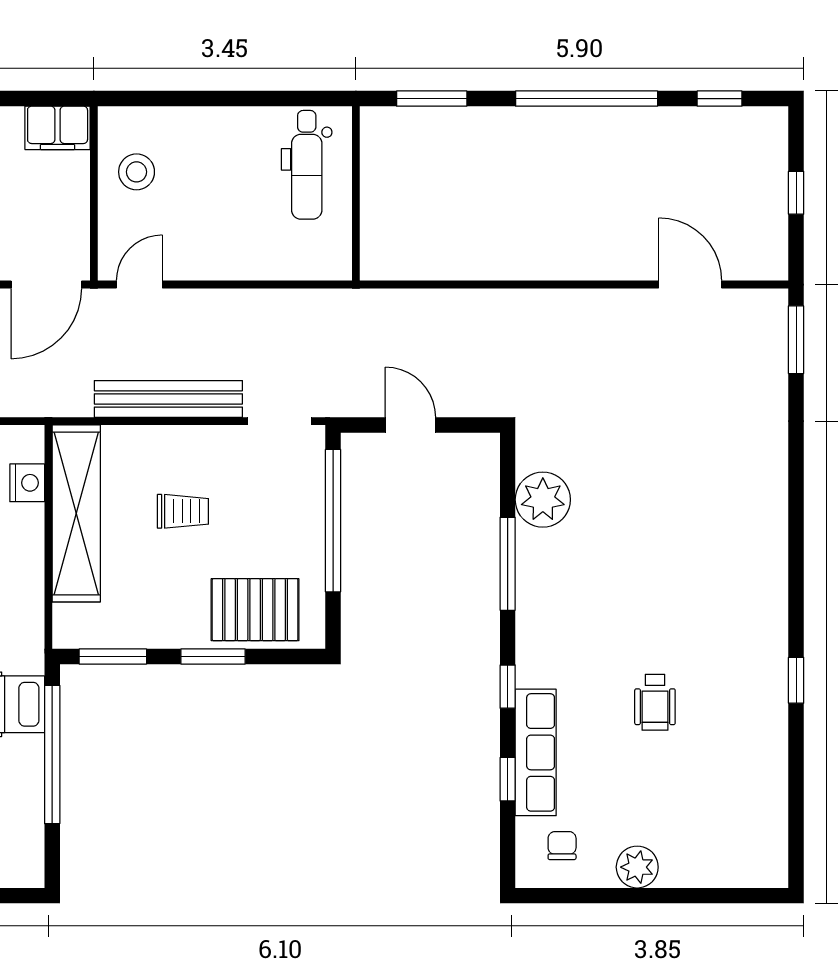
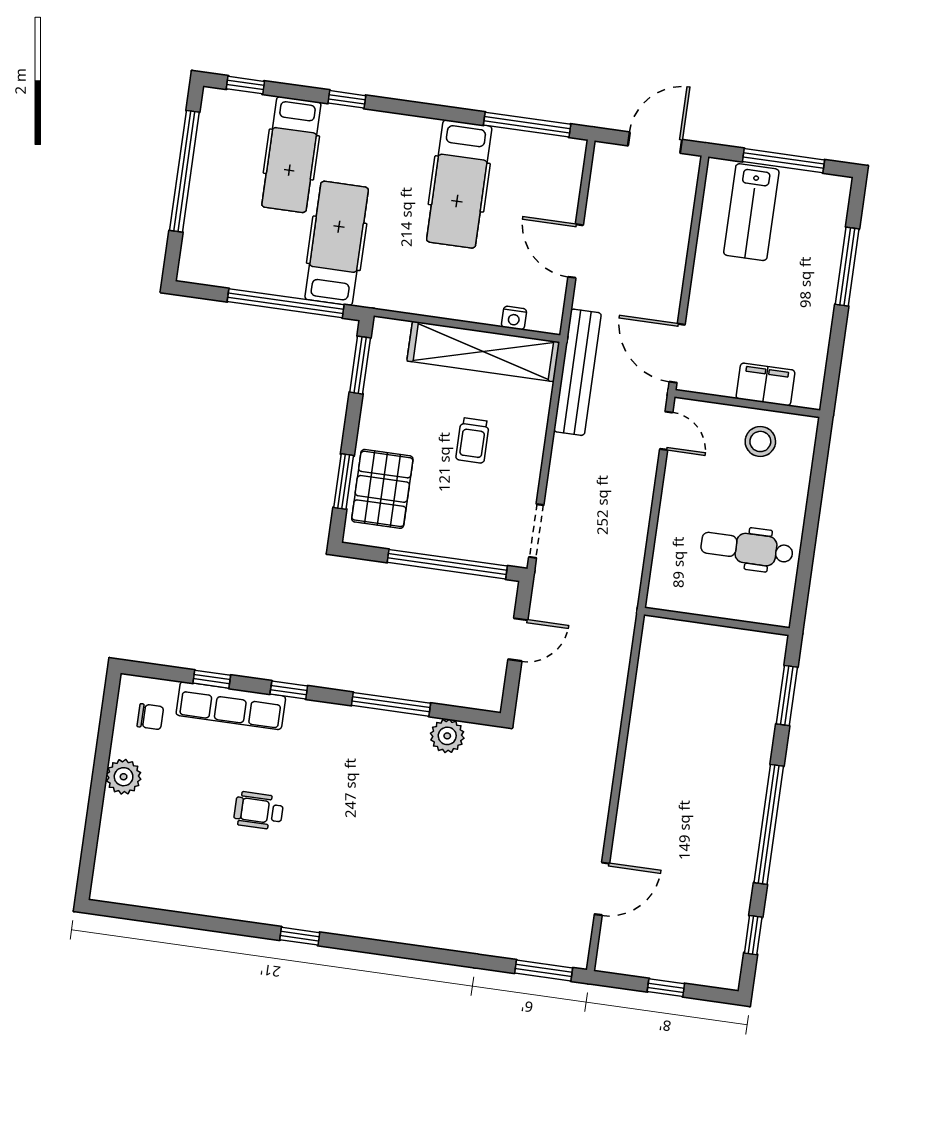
filing cabinet: (58, 128) -> (765, 384), moved, turned 90
dental chair: (307, 165) -> (747, 548), moved
bench: (168, 399) -> (577, 372), moved
nightstand: (27, 483) -> (514, 318), width x0.72, depth x0.74
plant: (543, 500) -> (447, 736), width x0.73, depth x0.73
window: (213, 656) -> (344, 482), moved
window: (796, 680) -> (300, 936), moved

